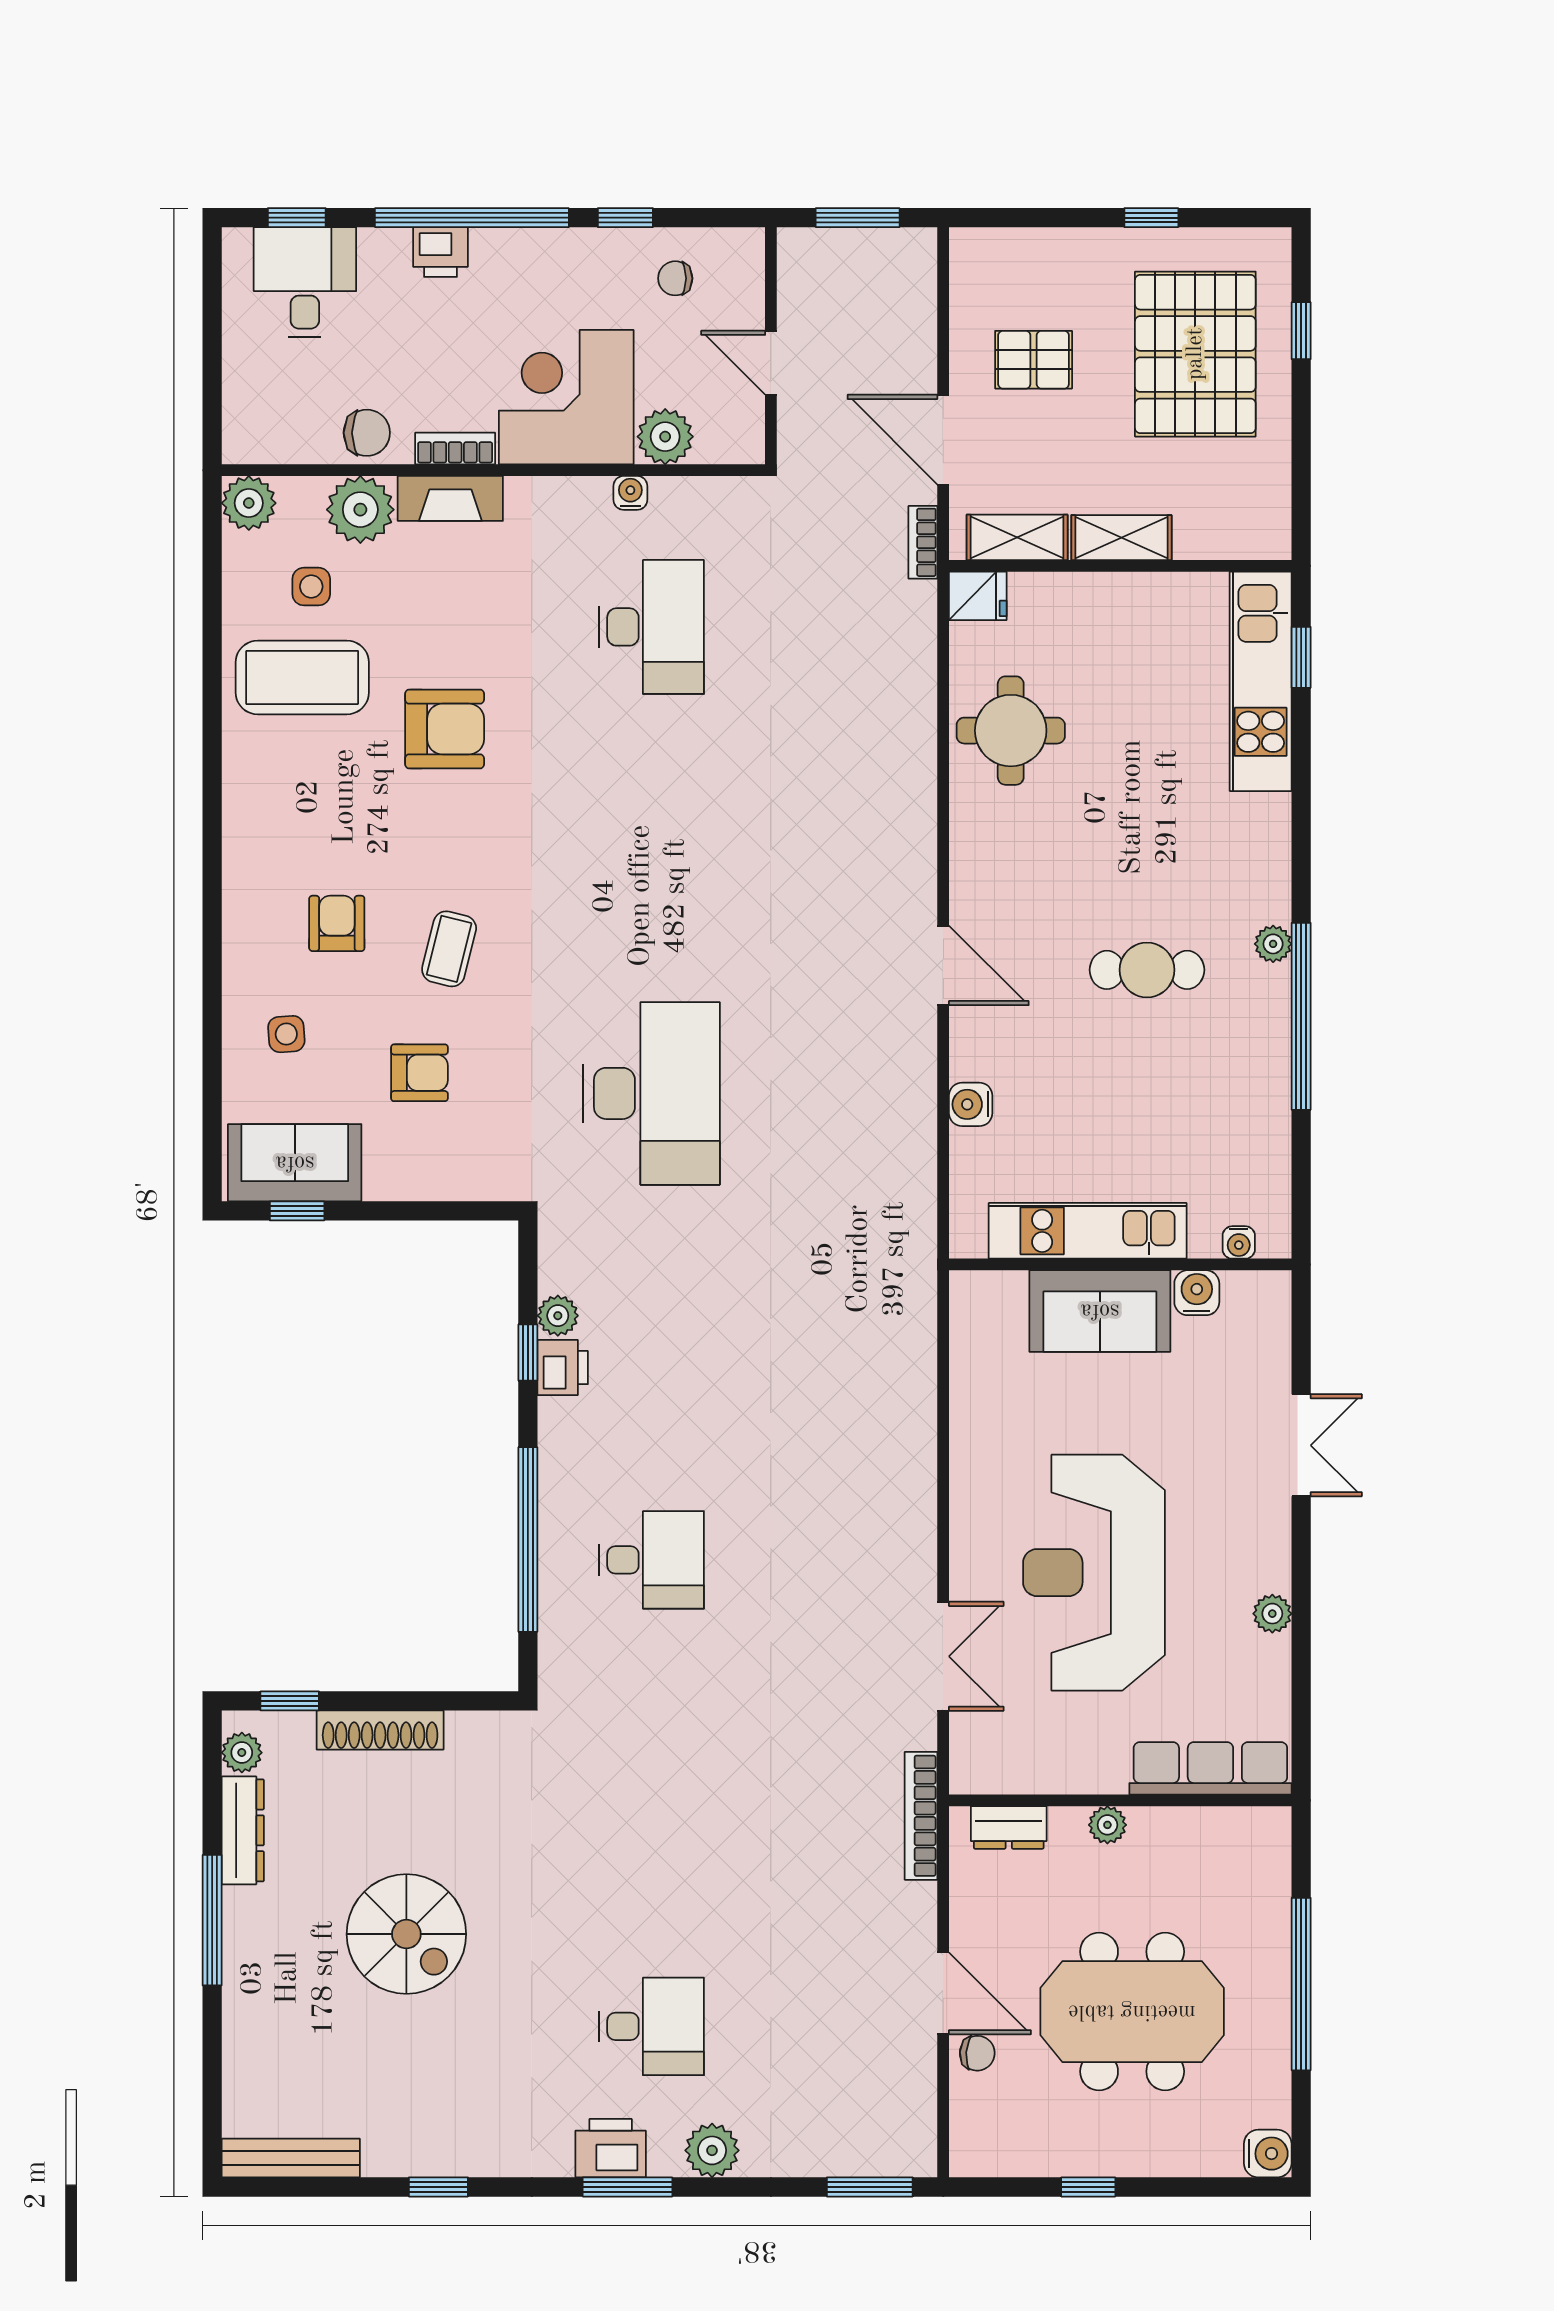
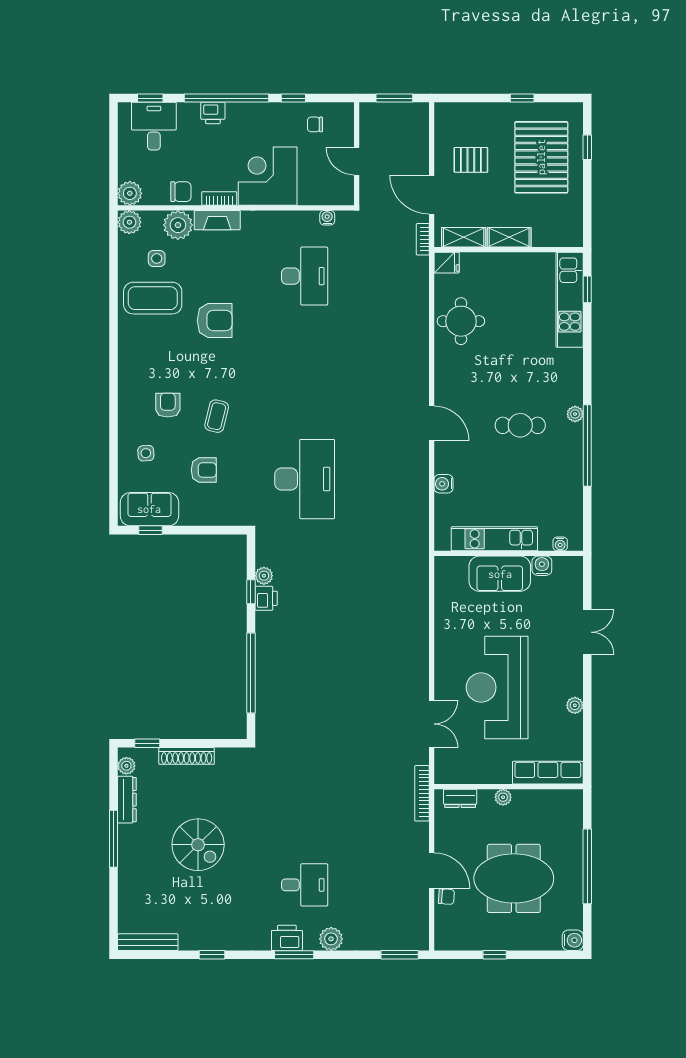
plant: (665, 437) -> (130, 193), moved
water cooler: (630, 493) -> (327, 218), moved
desk: (651, 1560) -> (305, 682), removed

